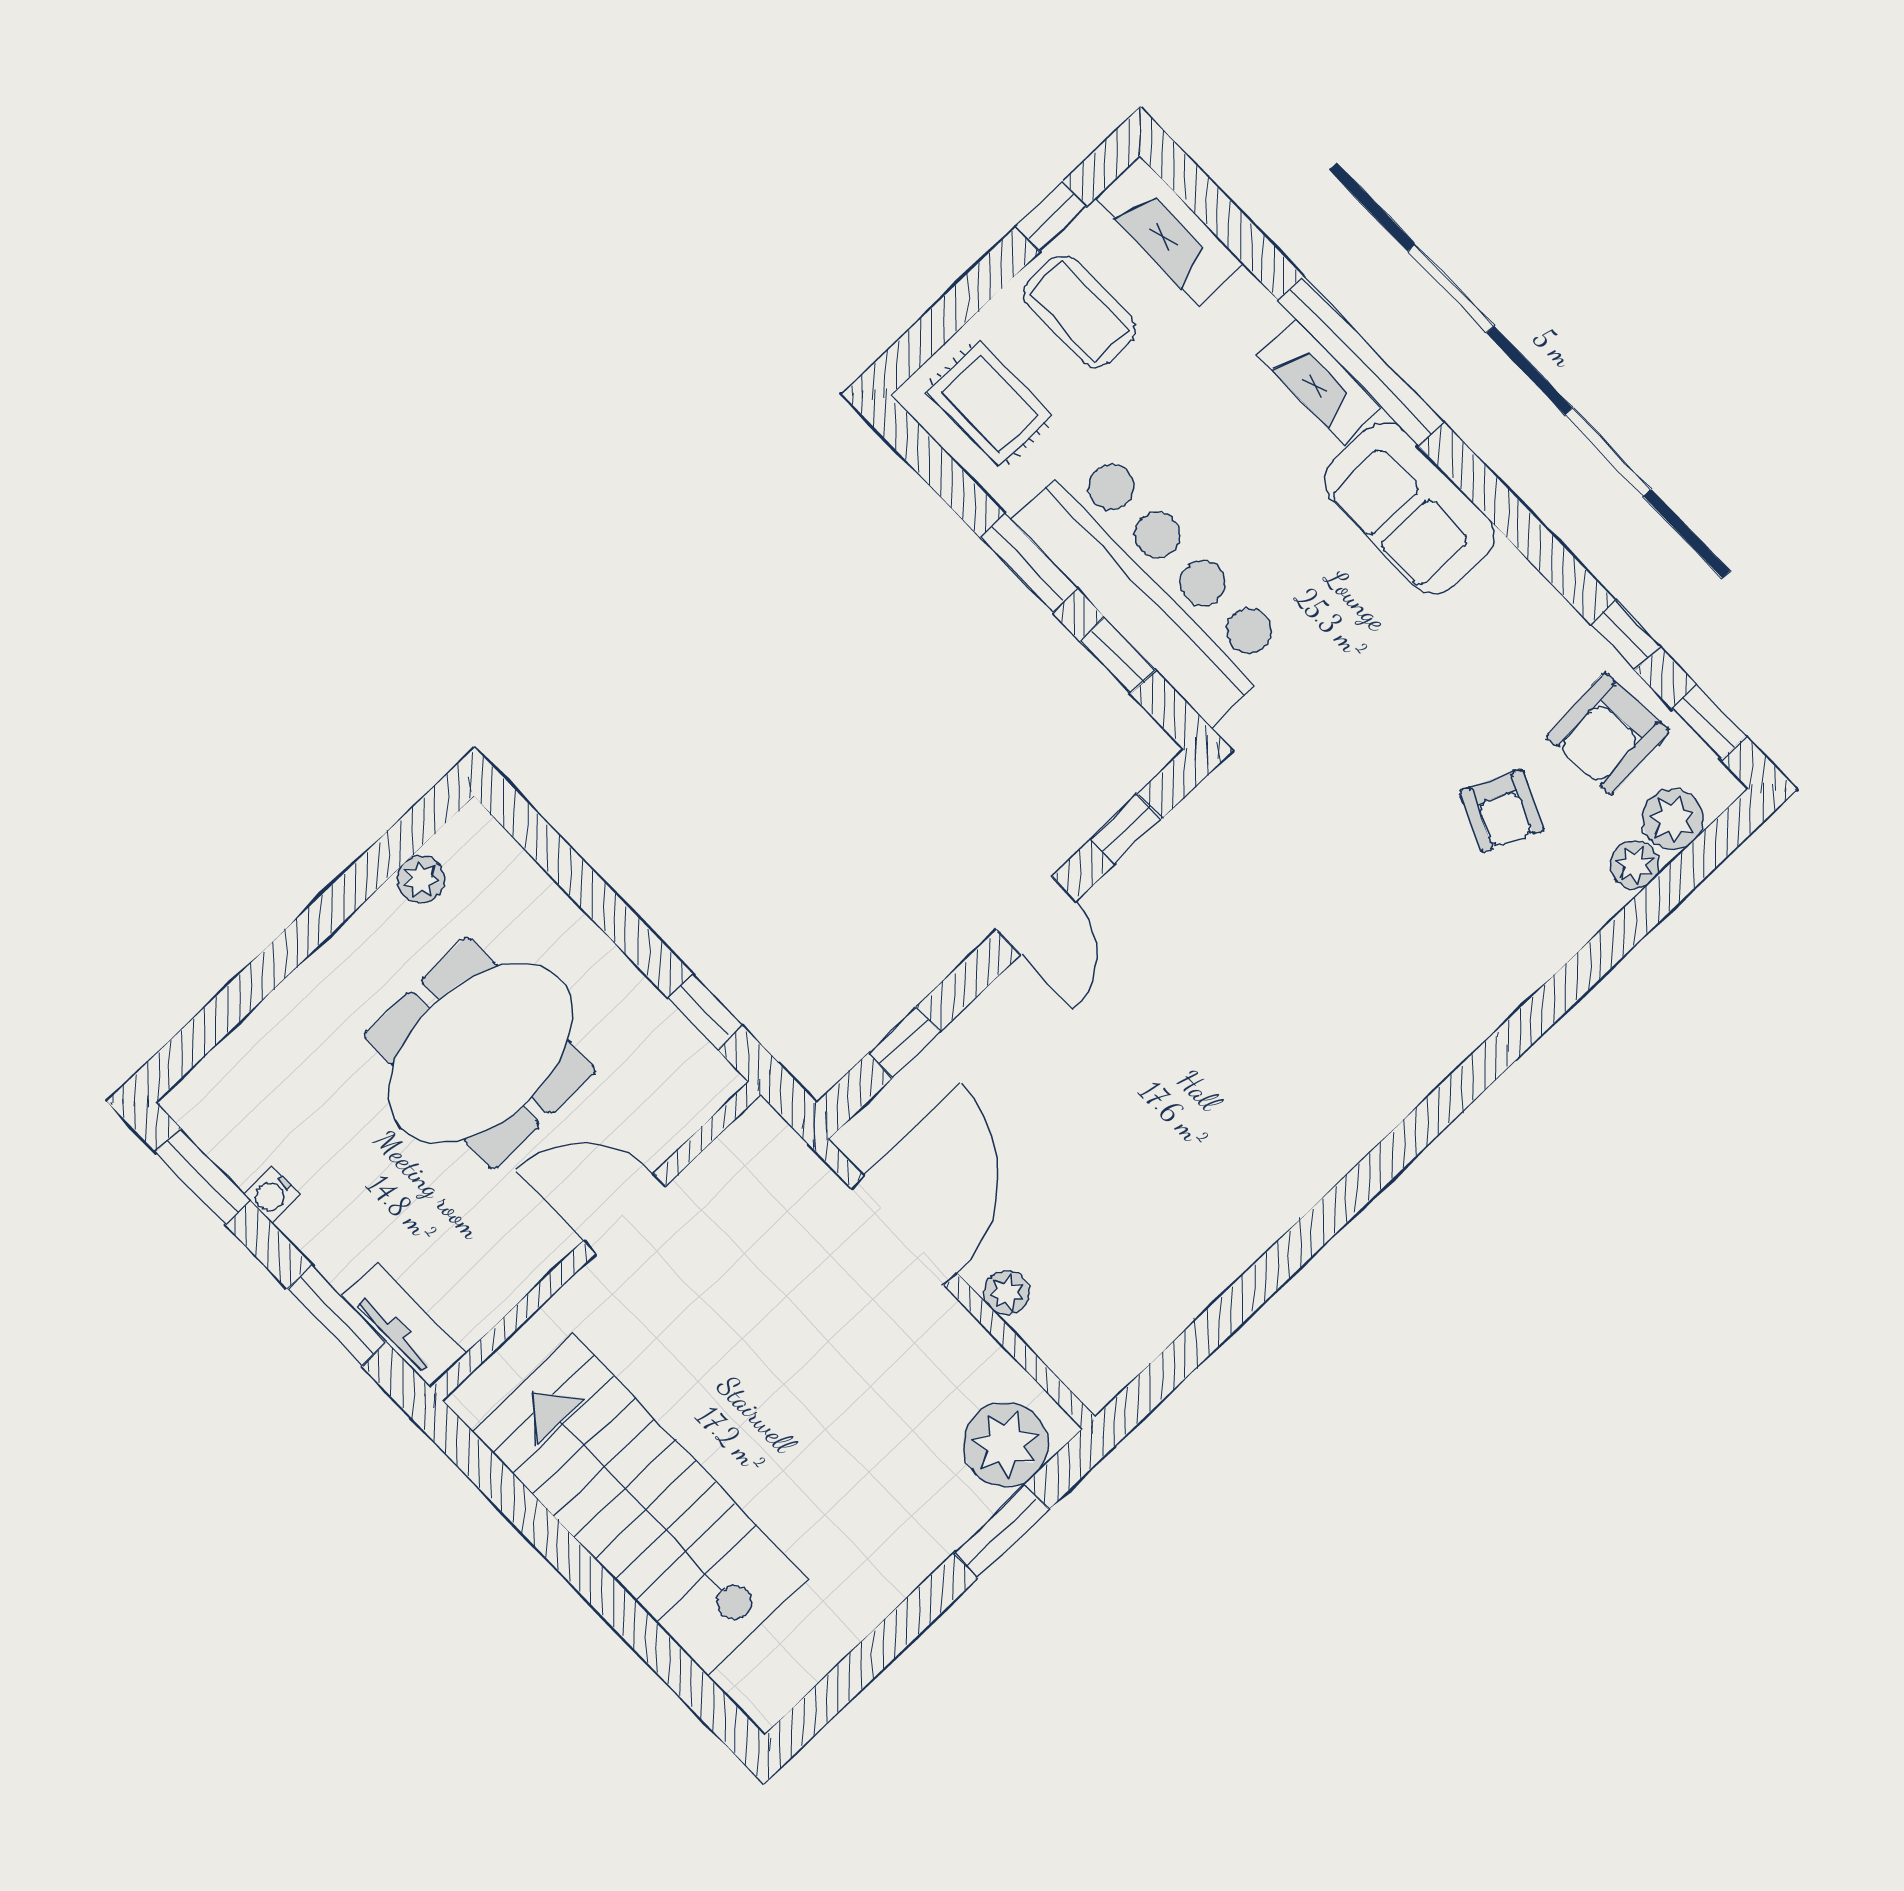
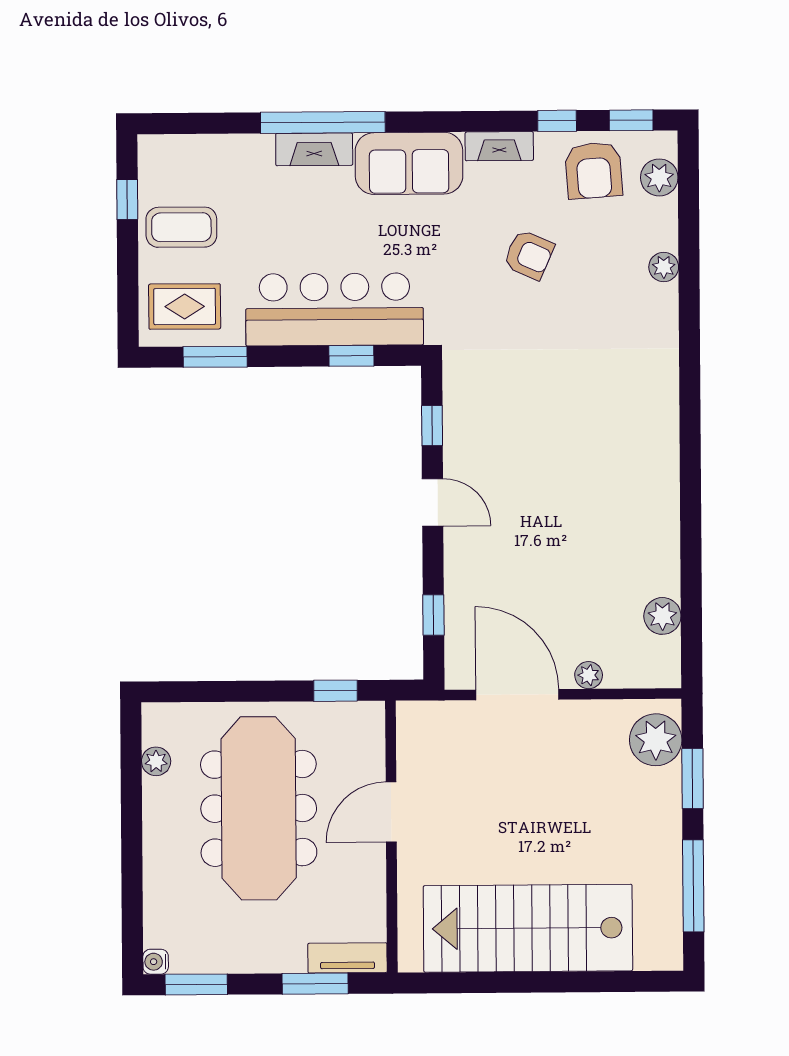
fireplace: (1170, 231) -> (499, 146), moved, width x0.73, depth x0.76
window: (1029, 563) -> (215, 357), moved
armchair: (1502, 811) -> (529, 255), moved
plant: (1635, 865) -> (664, 267), moved
meeting table: (480, 1053) -> (259, 808), width x1.36
water cooler: (272, 1194) -> (156, 962), moved, turned 90
plant: (1159, 1314) -> (662, 616), added
window: (876, 1652) -> (693, 886), added

